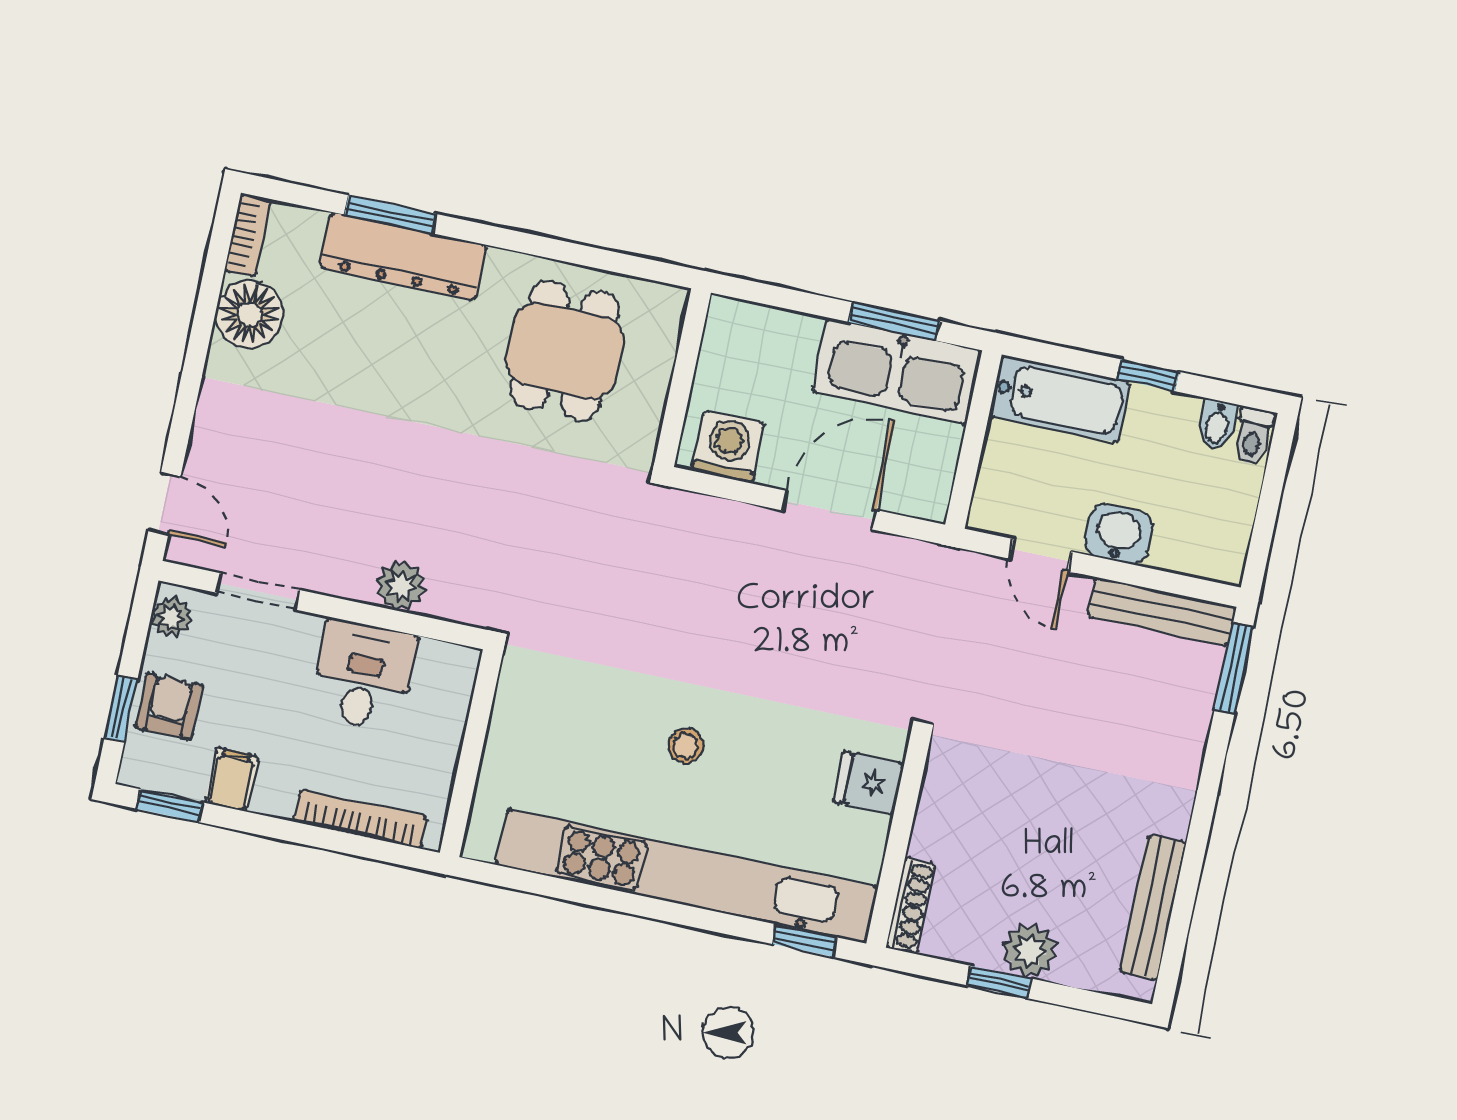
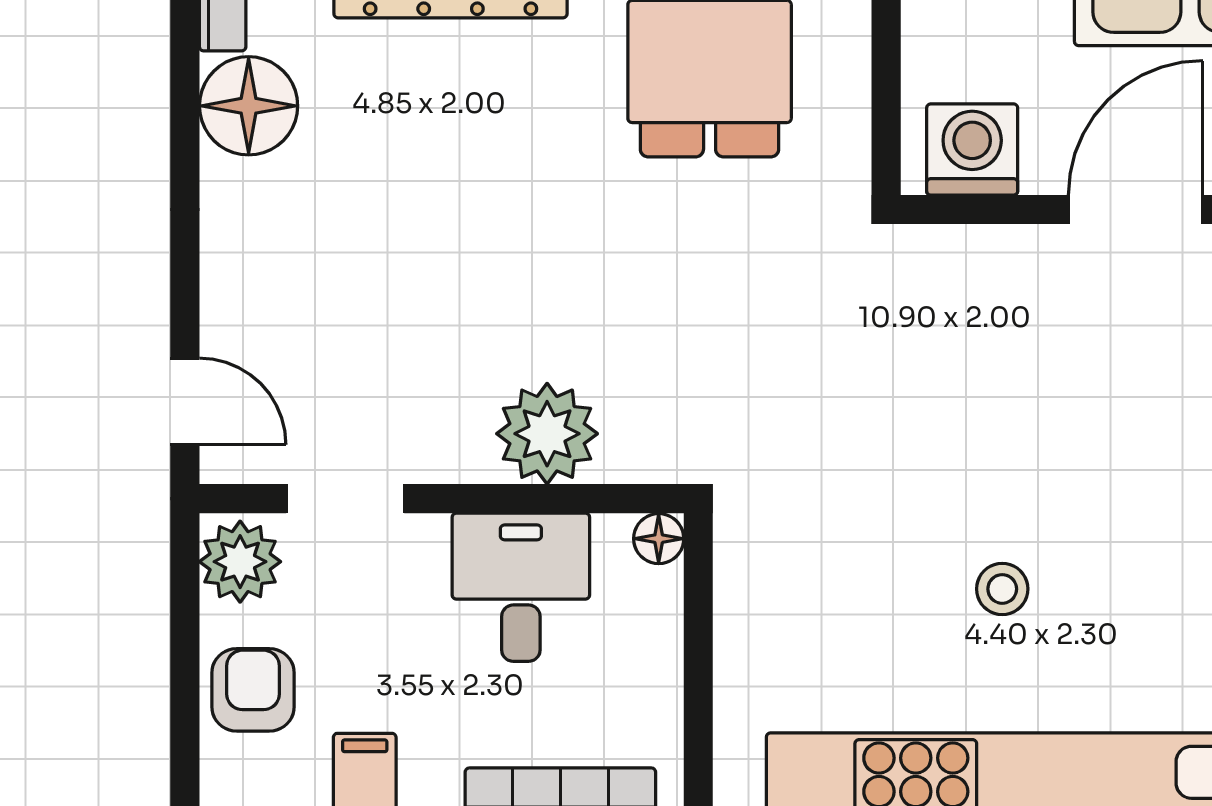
plant: (401, 586) -> (547, 434), width x1.36, depth x1.36
plant: (171, 617) -> (240, 562), width x1.38, depth x1.38
floor lamp: (463, 663) -> (659, 539), added
window: (121, 709) -> (185, 708), removed

